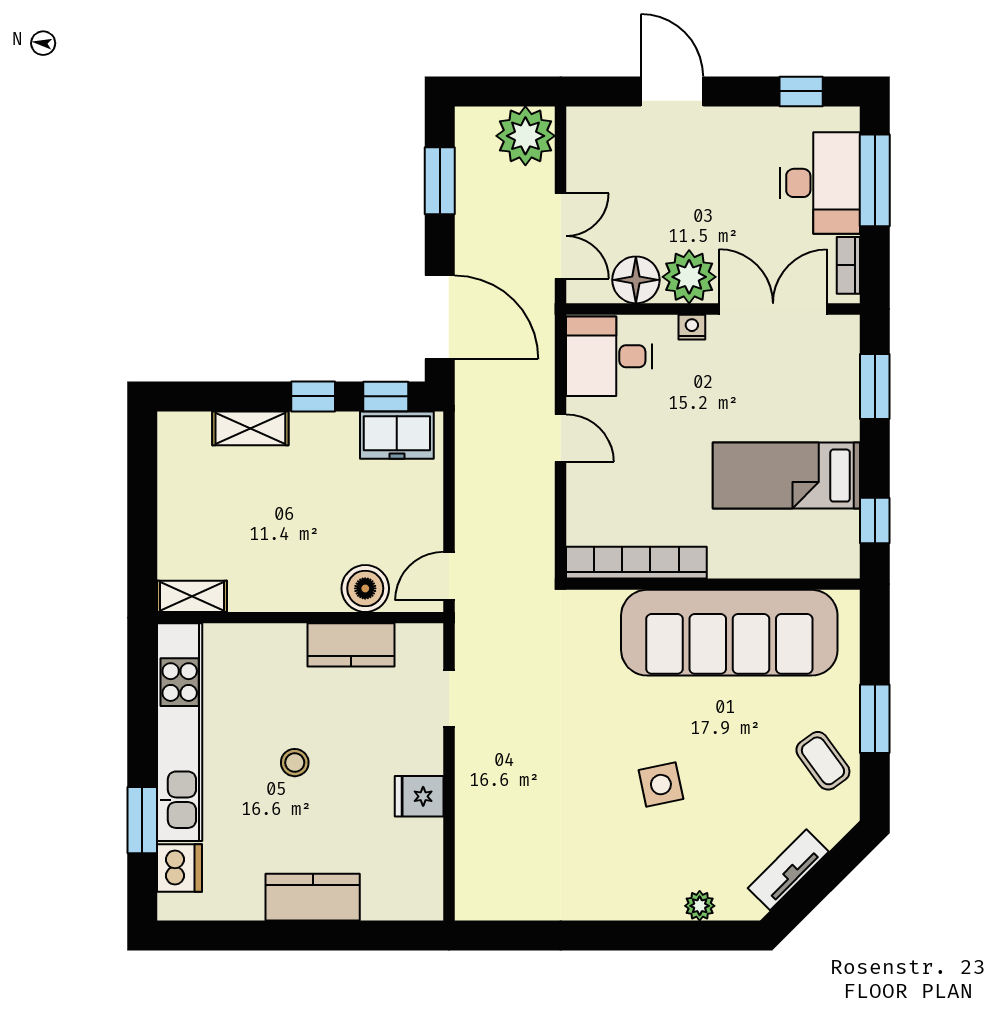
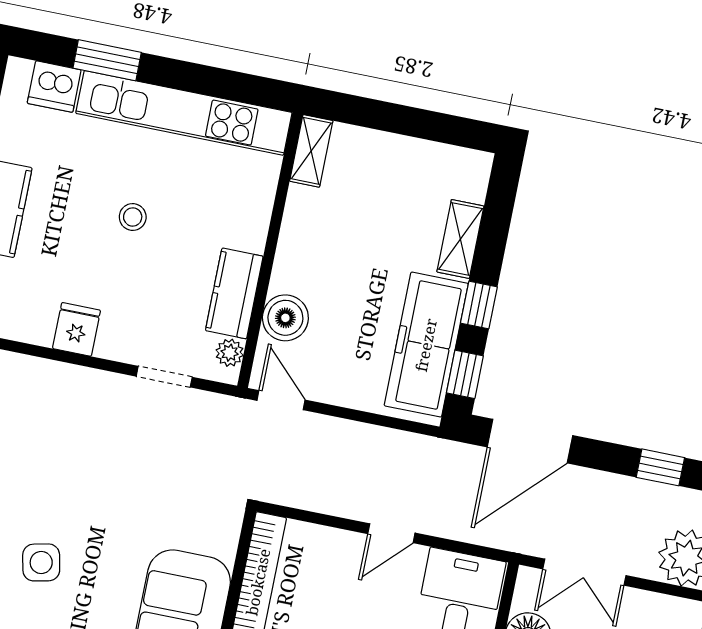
window: (440, 181) -> (660, 467), width x0.67
freezer: (397, 435) -> (426, 345), width x1.91, depth x1.26
plant: (412, 638) -> (230, 353), added

